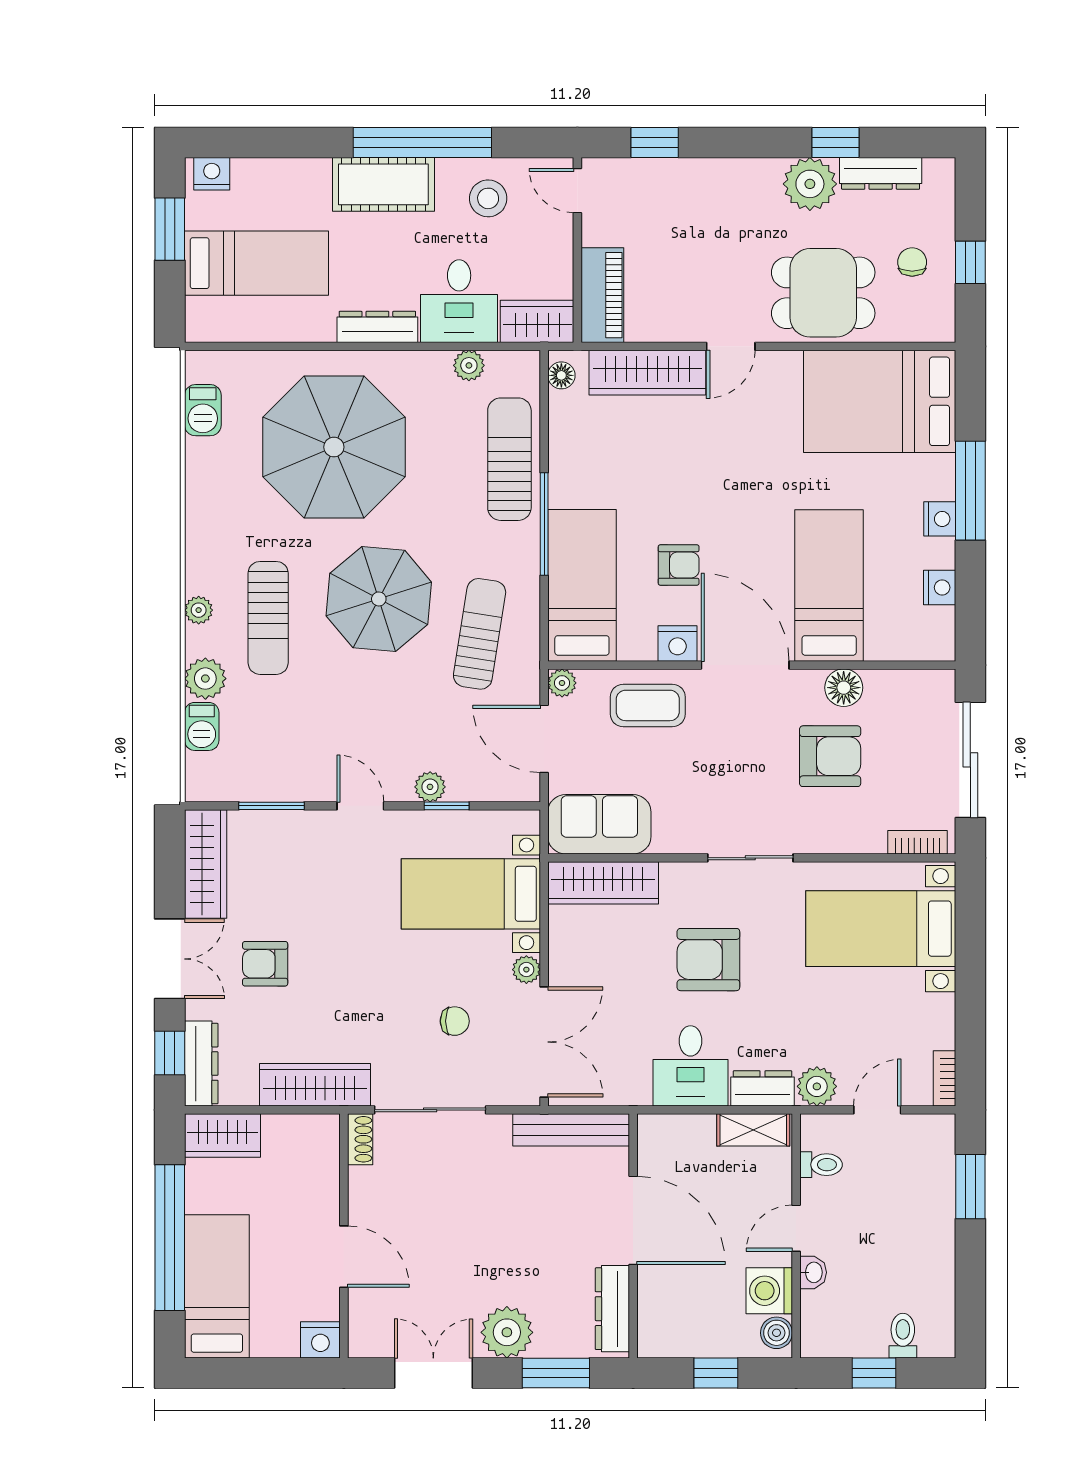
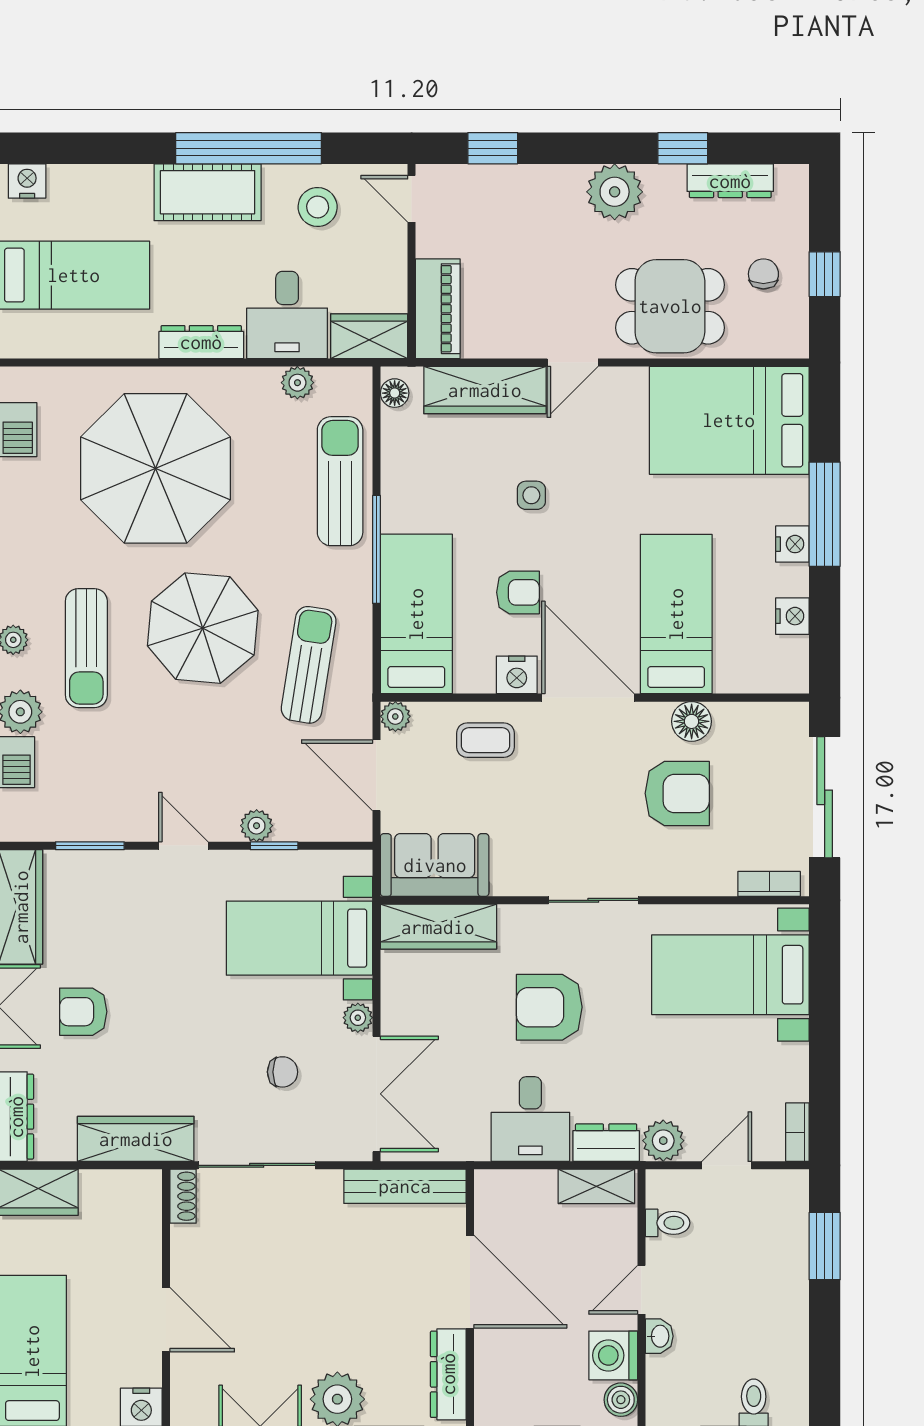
plant: (810, 184) -> (615, 192), moved
side table: (691, 473) -> (531, 495), added
coffee table: (648, 705) -> (485, 740), width x0.73, depth x0.77

